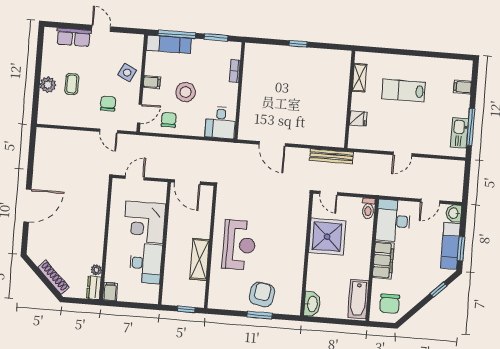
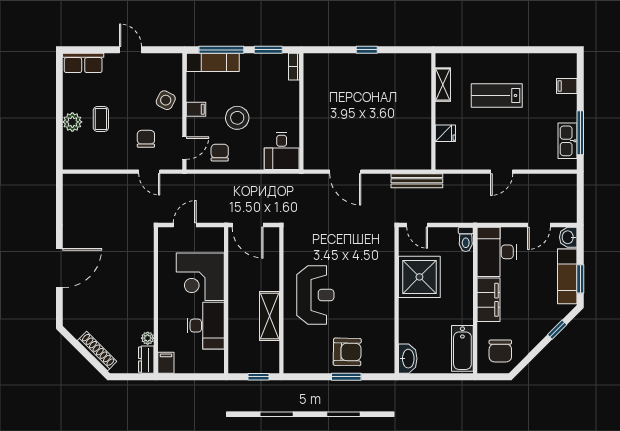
row of seats: (74, 37) -> (83, 63), moved
bookcase: (235, 71) -> (294, 67), moved
armchair: (262, 294) -> (347, 352), turned 82

